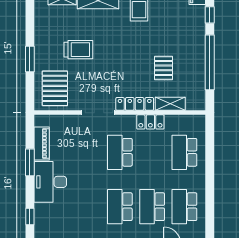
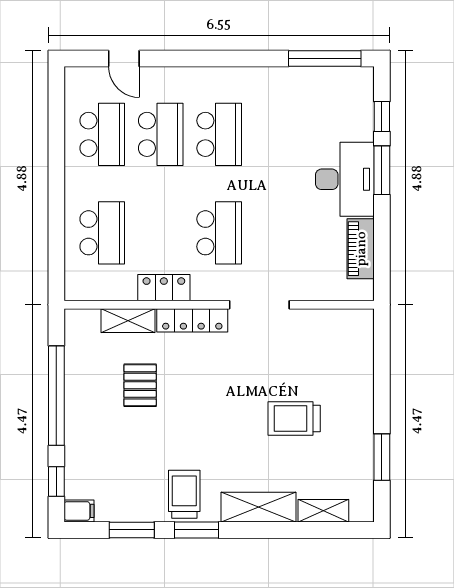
window: (30, 59) -> (382, 457), moved
pallet: (55, 88) -> (337, 348), removed
window: (30, 162) -> (382, 170), moved

